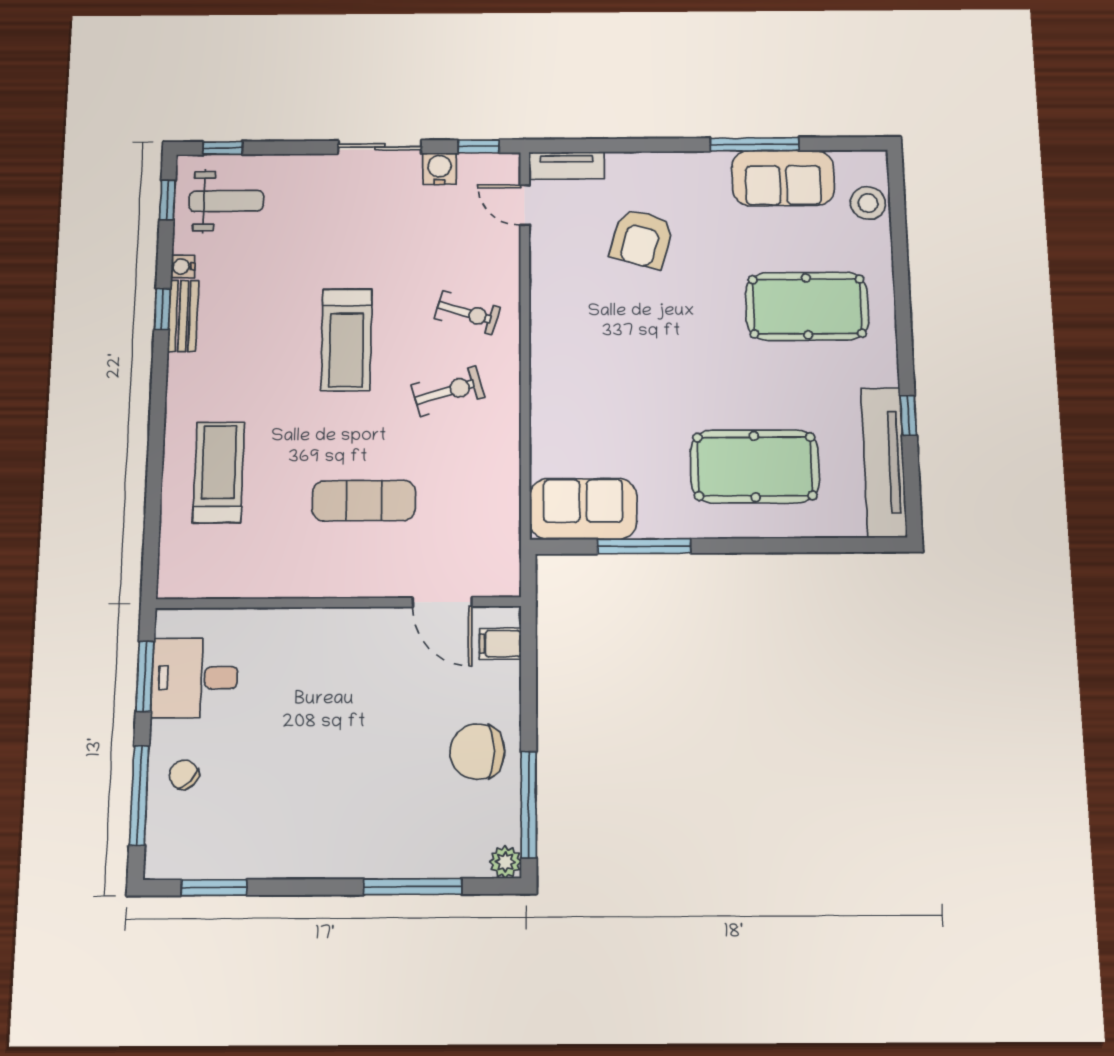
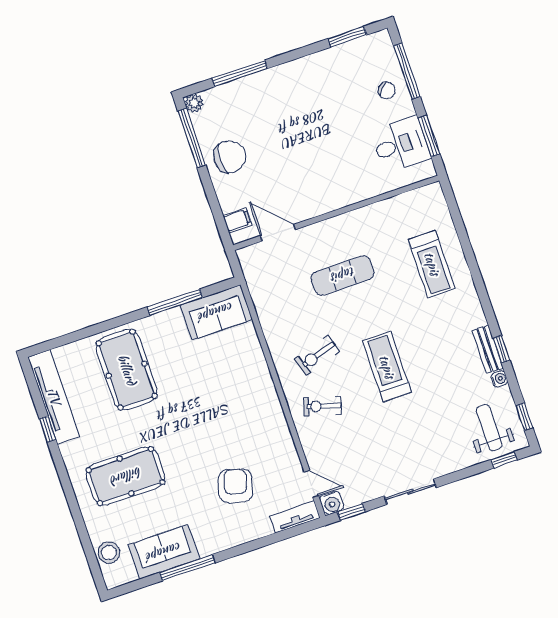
water cooler: (440, 169) -> (332, 503), moved
weight bench: (226, 201) -> (489, 428), turned 90
pool table: (755, 466) -> (127, 370), turned 90

